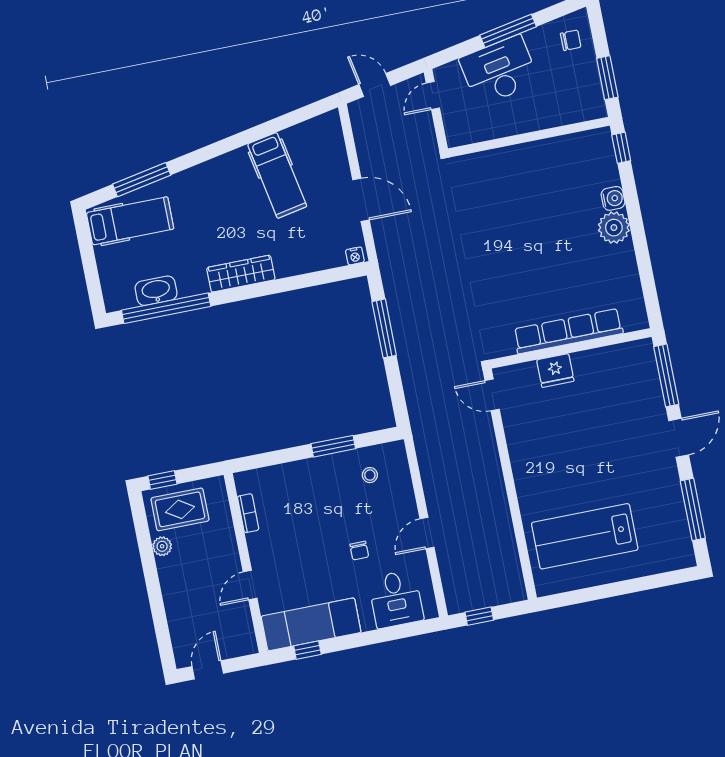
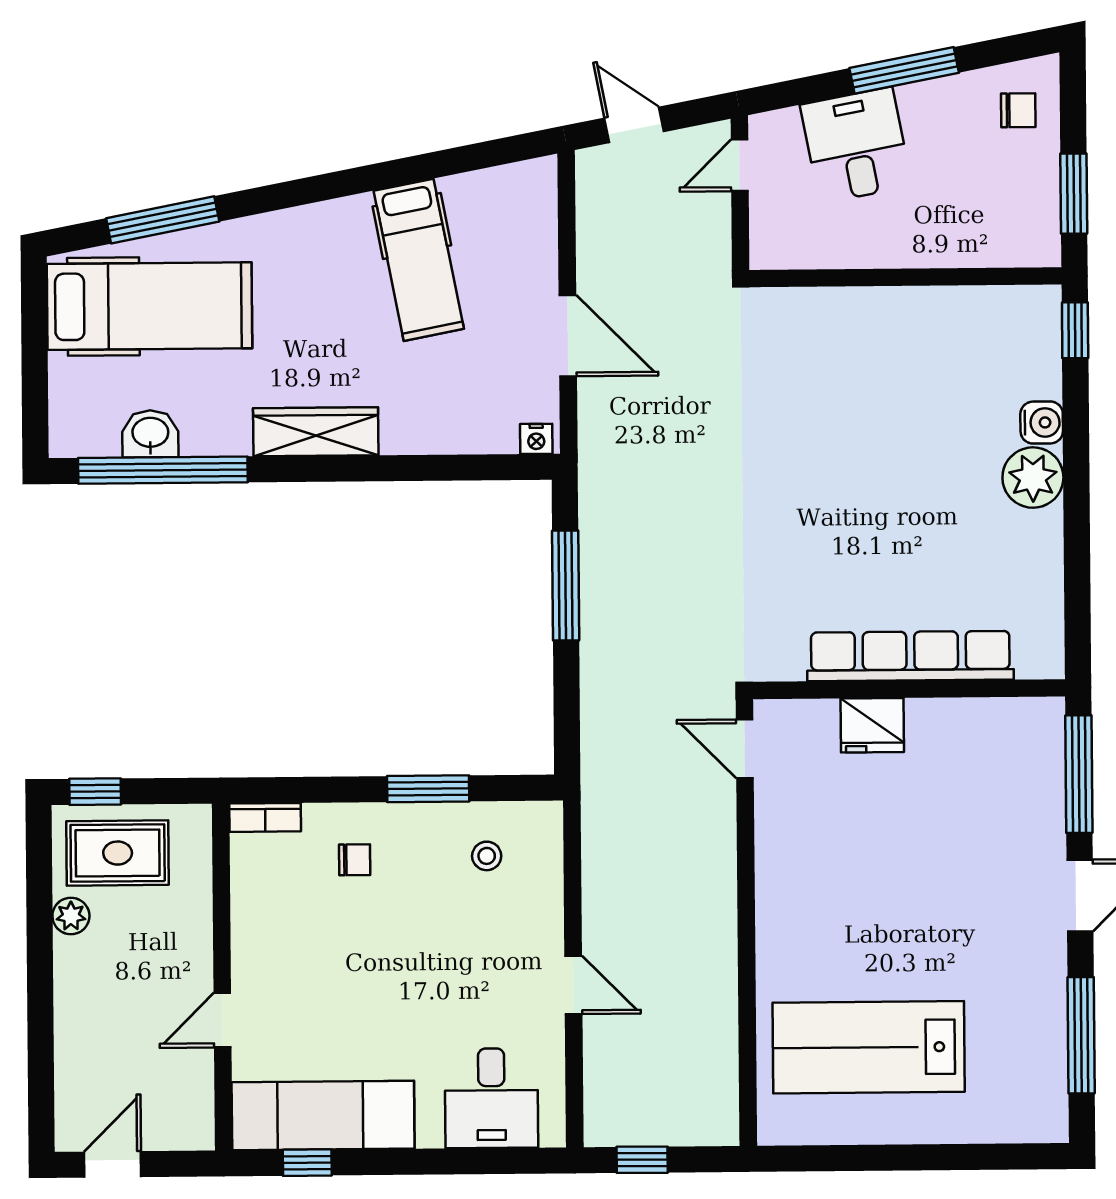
desk: (499, 71) -> (856, 145), width x0.73
hospital bed: (130, 221) -> (149, 306), width x1.37, depth x1.29
washbasin: (156, 291) -> (150, 434), width x0.72
bookcase: (248, 513) -> (265, 817), moved, turned 90
door: (427, 533) -> (573, 985), swing flipped
chair: (359, 551) -> (355, 860), moved, turned -90

